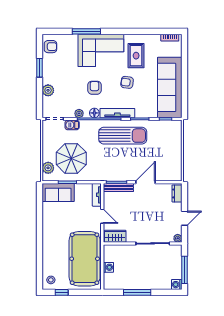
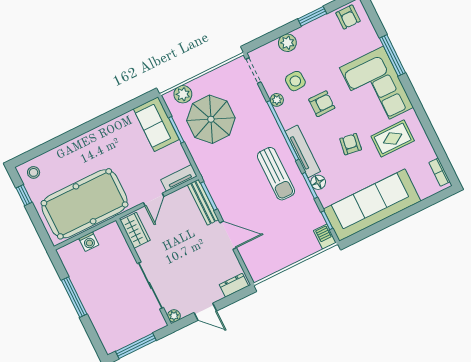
side table: (73, 97) -> (295, 81), added
floor lamp: (94, 113) -> (318, 182), moved
barbecue: (72, 125) -> (325, 237), moved
sun lounger: (123, 136) -> (276, 174), width x0.73, depth x0.75
washing machine: (177, 285) -> (111, 345), removed

